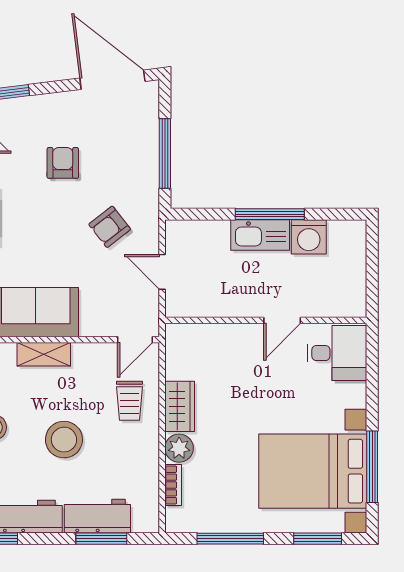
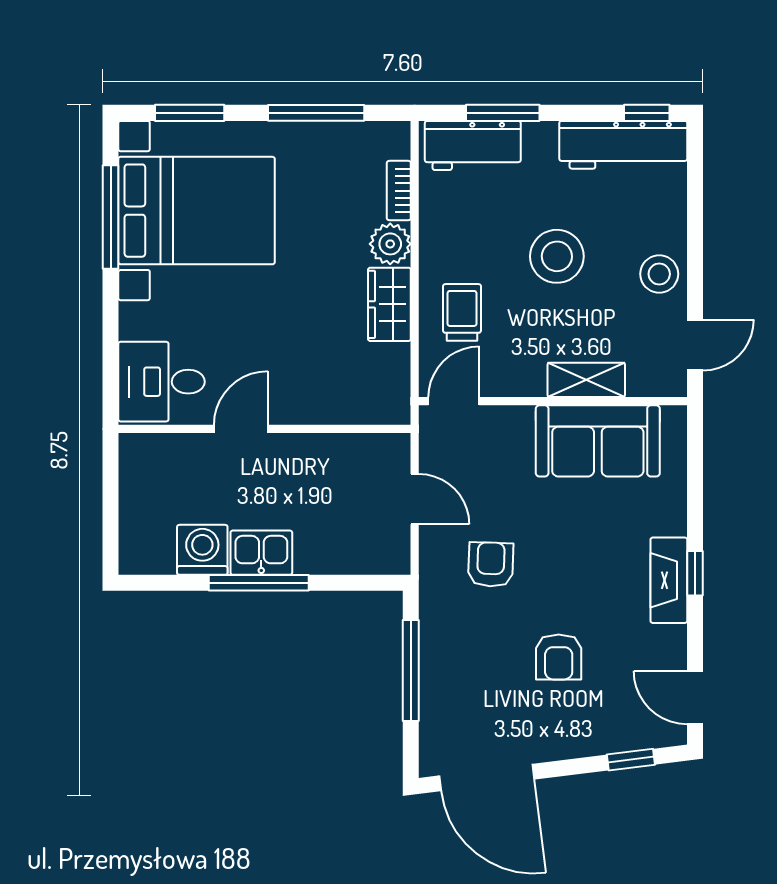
armchair: (110, 227) -> (491, 564), turned -50
kitchen sink: (260, 235) -> (261, 553), width x0.73
workbench: (97, 516) -> (473, 145), moved

